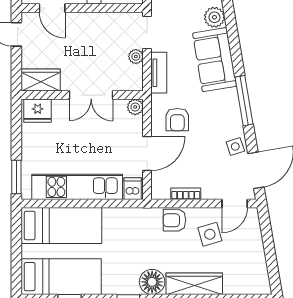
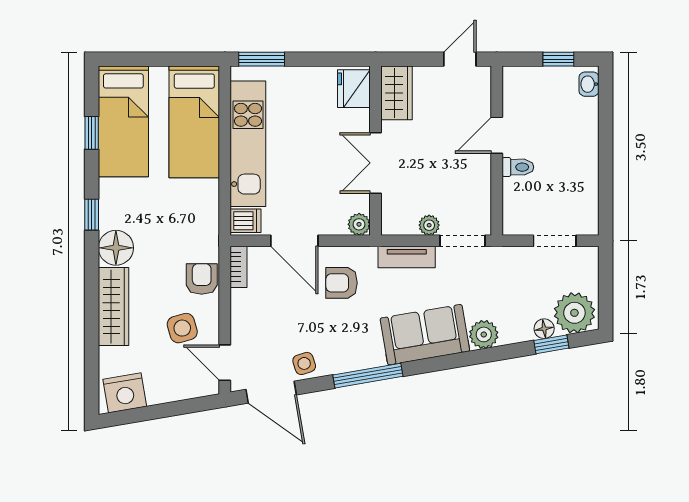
door: (52, 8) -> (497, 135), moved
bookcase: (186, 194) -> (239, 267), moved
nightstand: (256, 276) -> (125, 393), added

